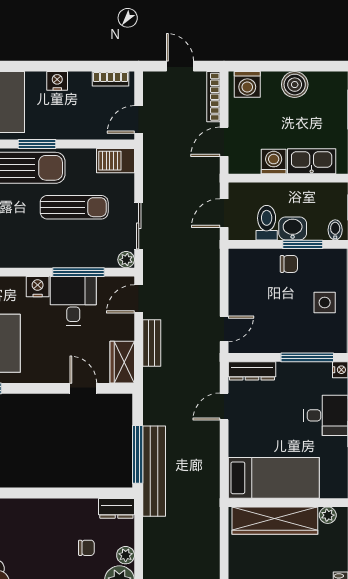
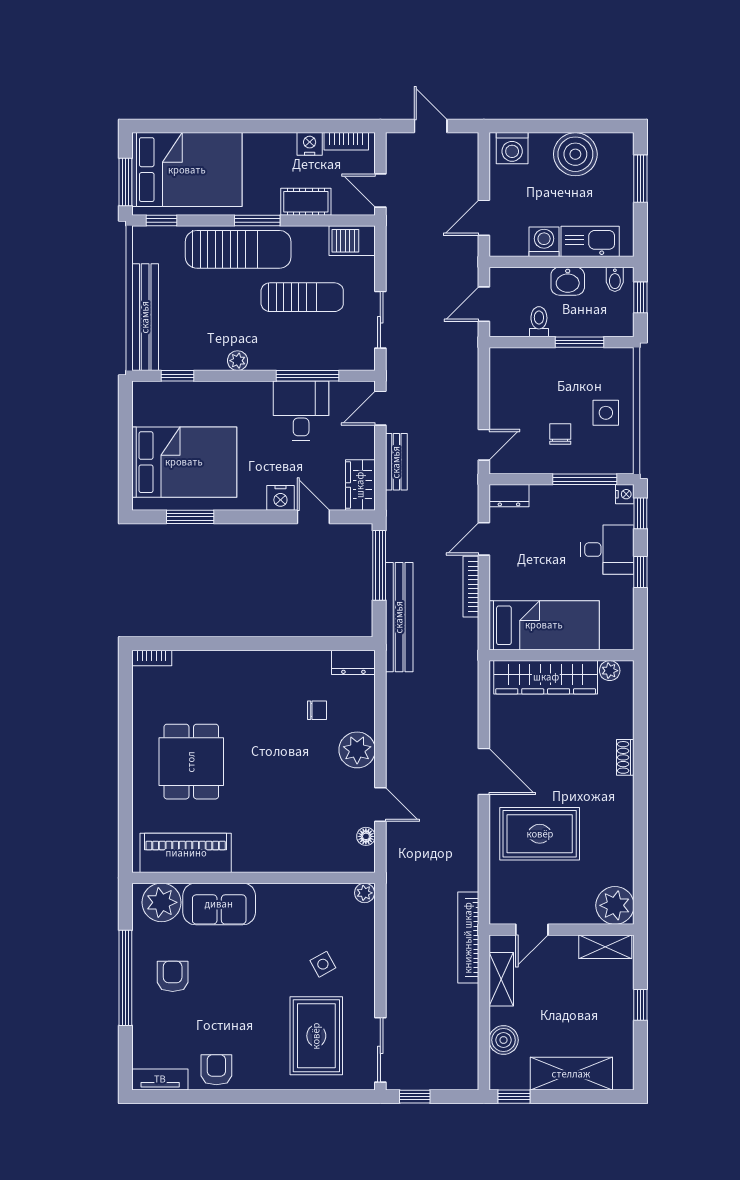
nightstand: (57, 81) -> (310, 144), moved
boiler: (295, 85) -> (575, 154), width x1.37, depth x1.37
bookcase: (213, 97) -> (471, 587), moved
door: (139, 119) -> (380, 191), hinge flipped
cot: (77, 129) -> (306, 202), added
toilet: (267, 223) -> (539, 322), width x0.73, depth x0.72
washbasin: (293, 228) -> (568, 281), moved, turned 180
bidet: (335, 230) -> (615, 279), moved, turned 180
plant: (126, 260) -> (238, 361), moved
chair: (289, 264) -> (560, 434), moved, turned -90
nightstand: (38, 287) -> (280, 498), moved, turned 180
dresser: (252, 371) -> (509, 496), width x0.70
window: (138, 454) -> (379, 565), moved
plant: (126, 555) -> (364, 719), removed

